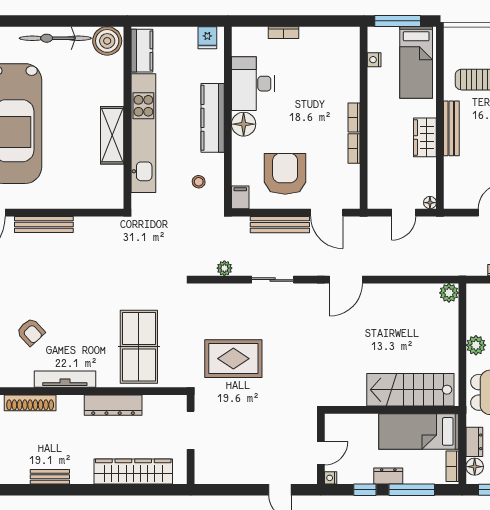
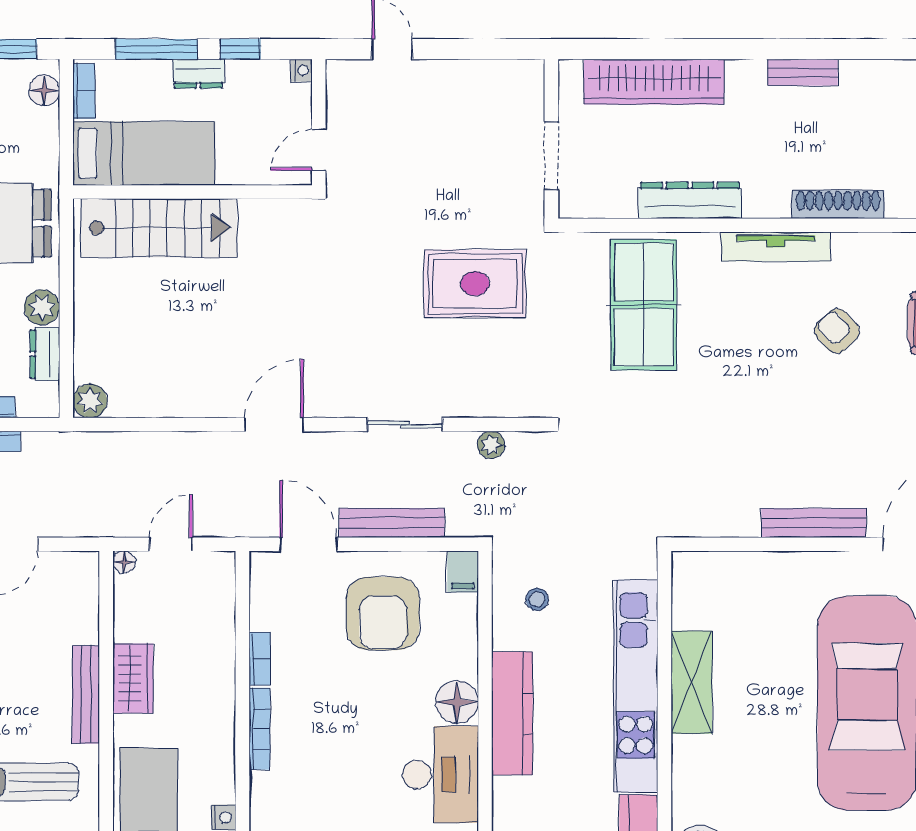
bookcase: (354, 118) -> (259, 729), width x1.56
dresser: (474, 442) -> (45, 354), moved
door: (321, 453) -> (319, 150), moved

